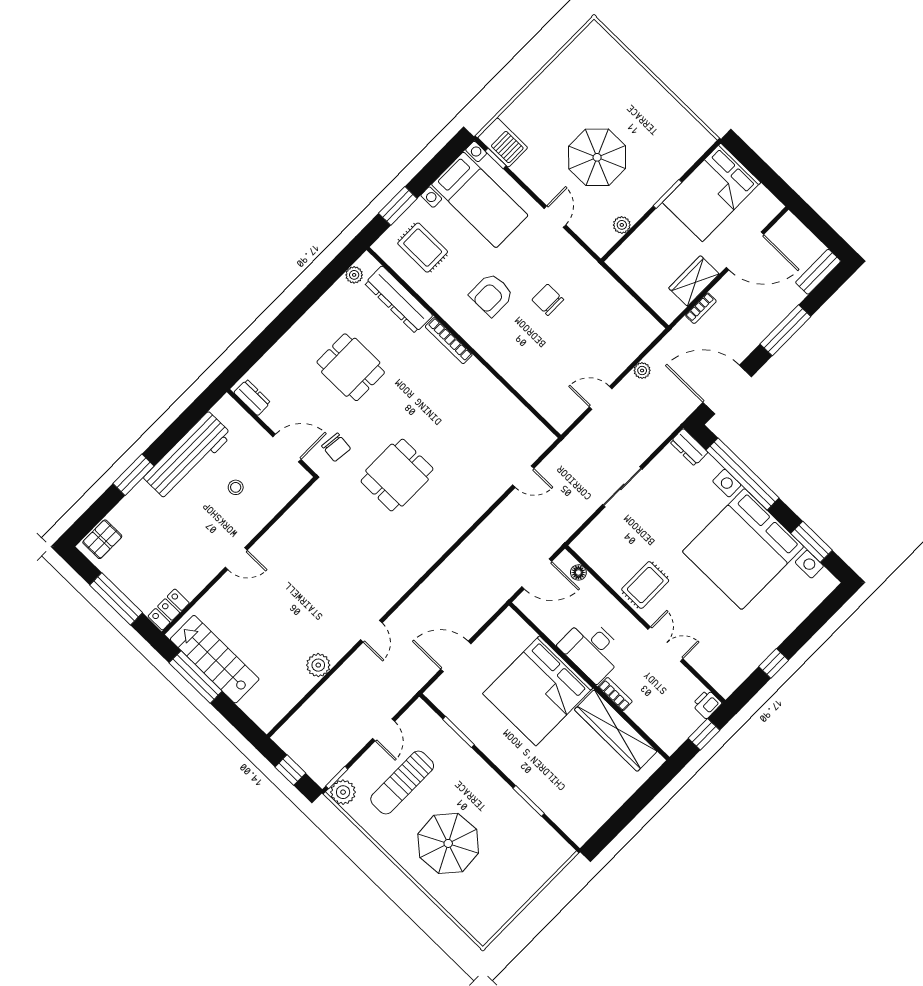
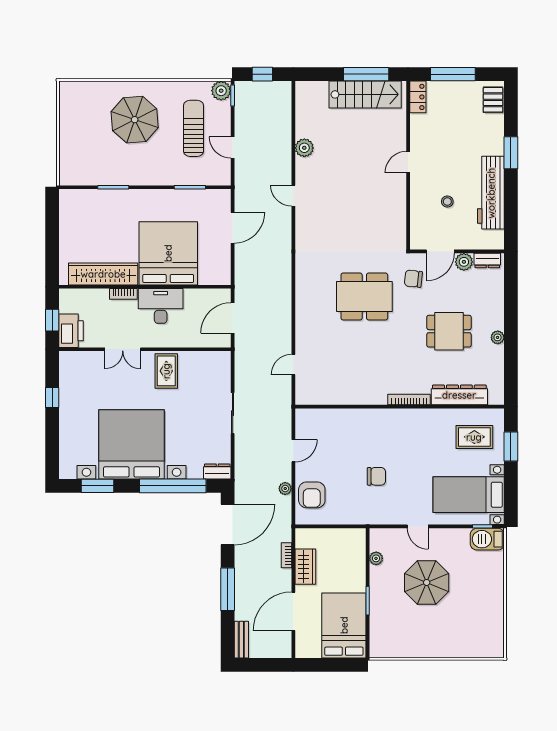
plant: (354, 275) -> (498, 337), moved
armchair: (491, 295) -> (312, 495), moved, turned 180
plant: (275, 417) -> (464, 262), added
dining table: (397, 475) -> (364, 296), width x1.38
floor lamp: (578, 572) -> (210, 341), removed
printer: (707, 704) -> (71, 331), width x1.87, depth x1.48

